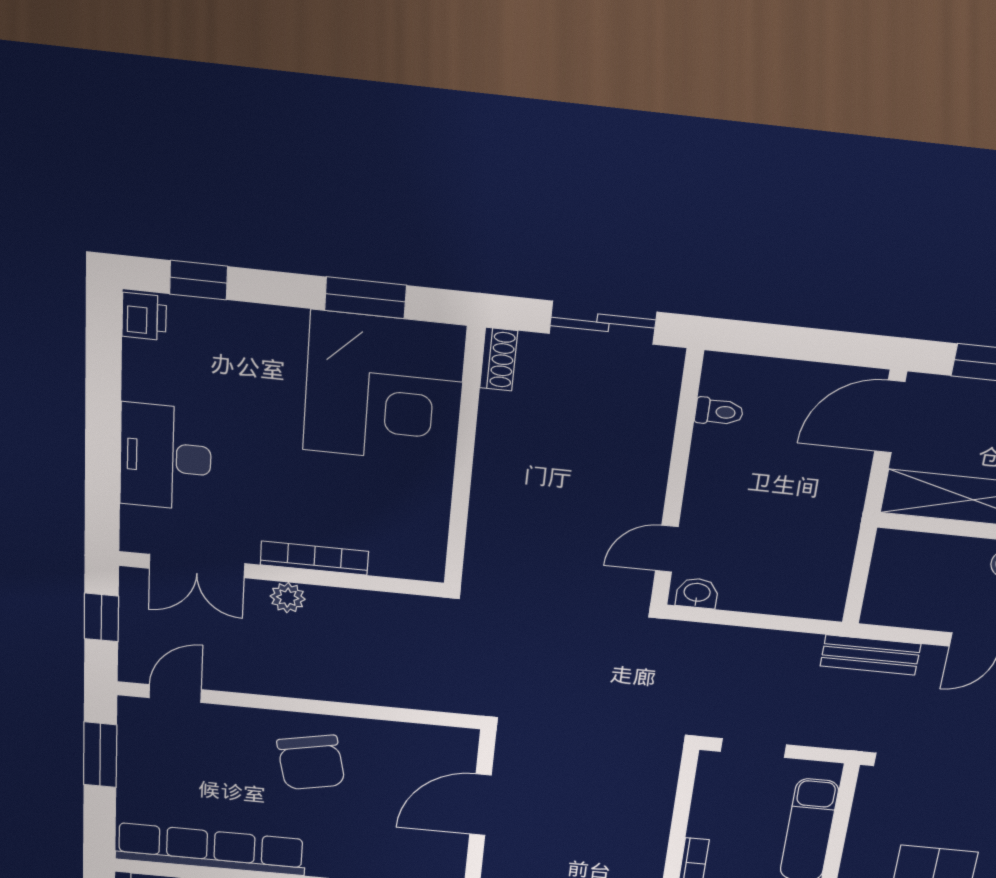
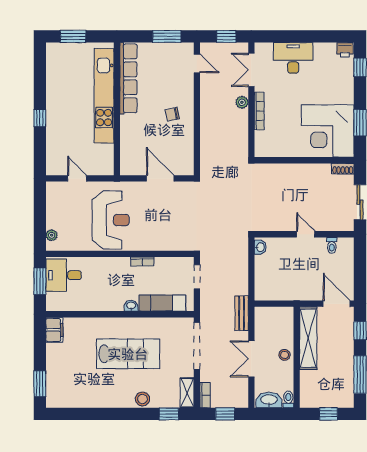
door: (667, 549) -> (306, 234), moved
chair: (311, 762) -> (172, 114), width x0.54, depth x0.54

